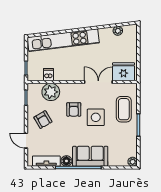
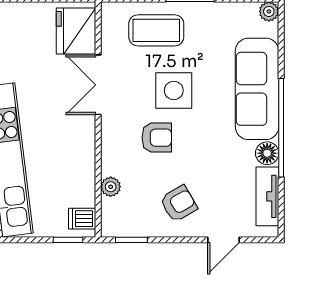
dishwasher: (48, 75) -> (82, 219), moved
plant: (51, 92) -> (111, 187), width x0.53, depth x0.53
sofa: (90, 156) -> (257, 89), width x1.36

